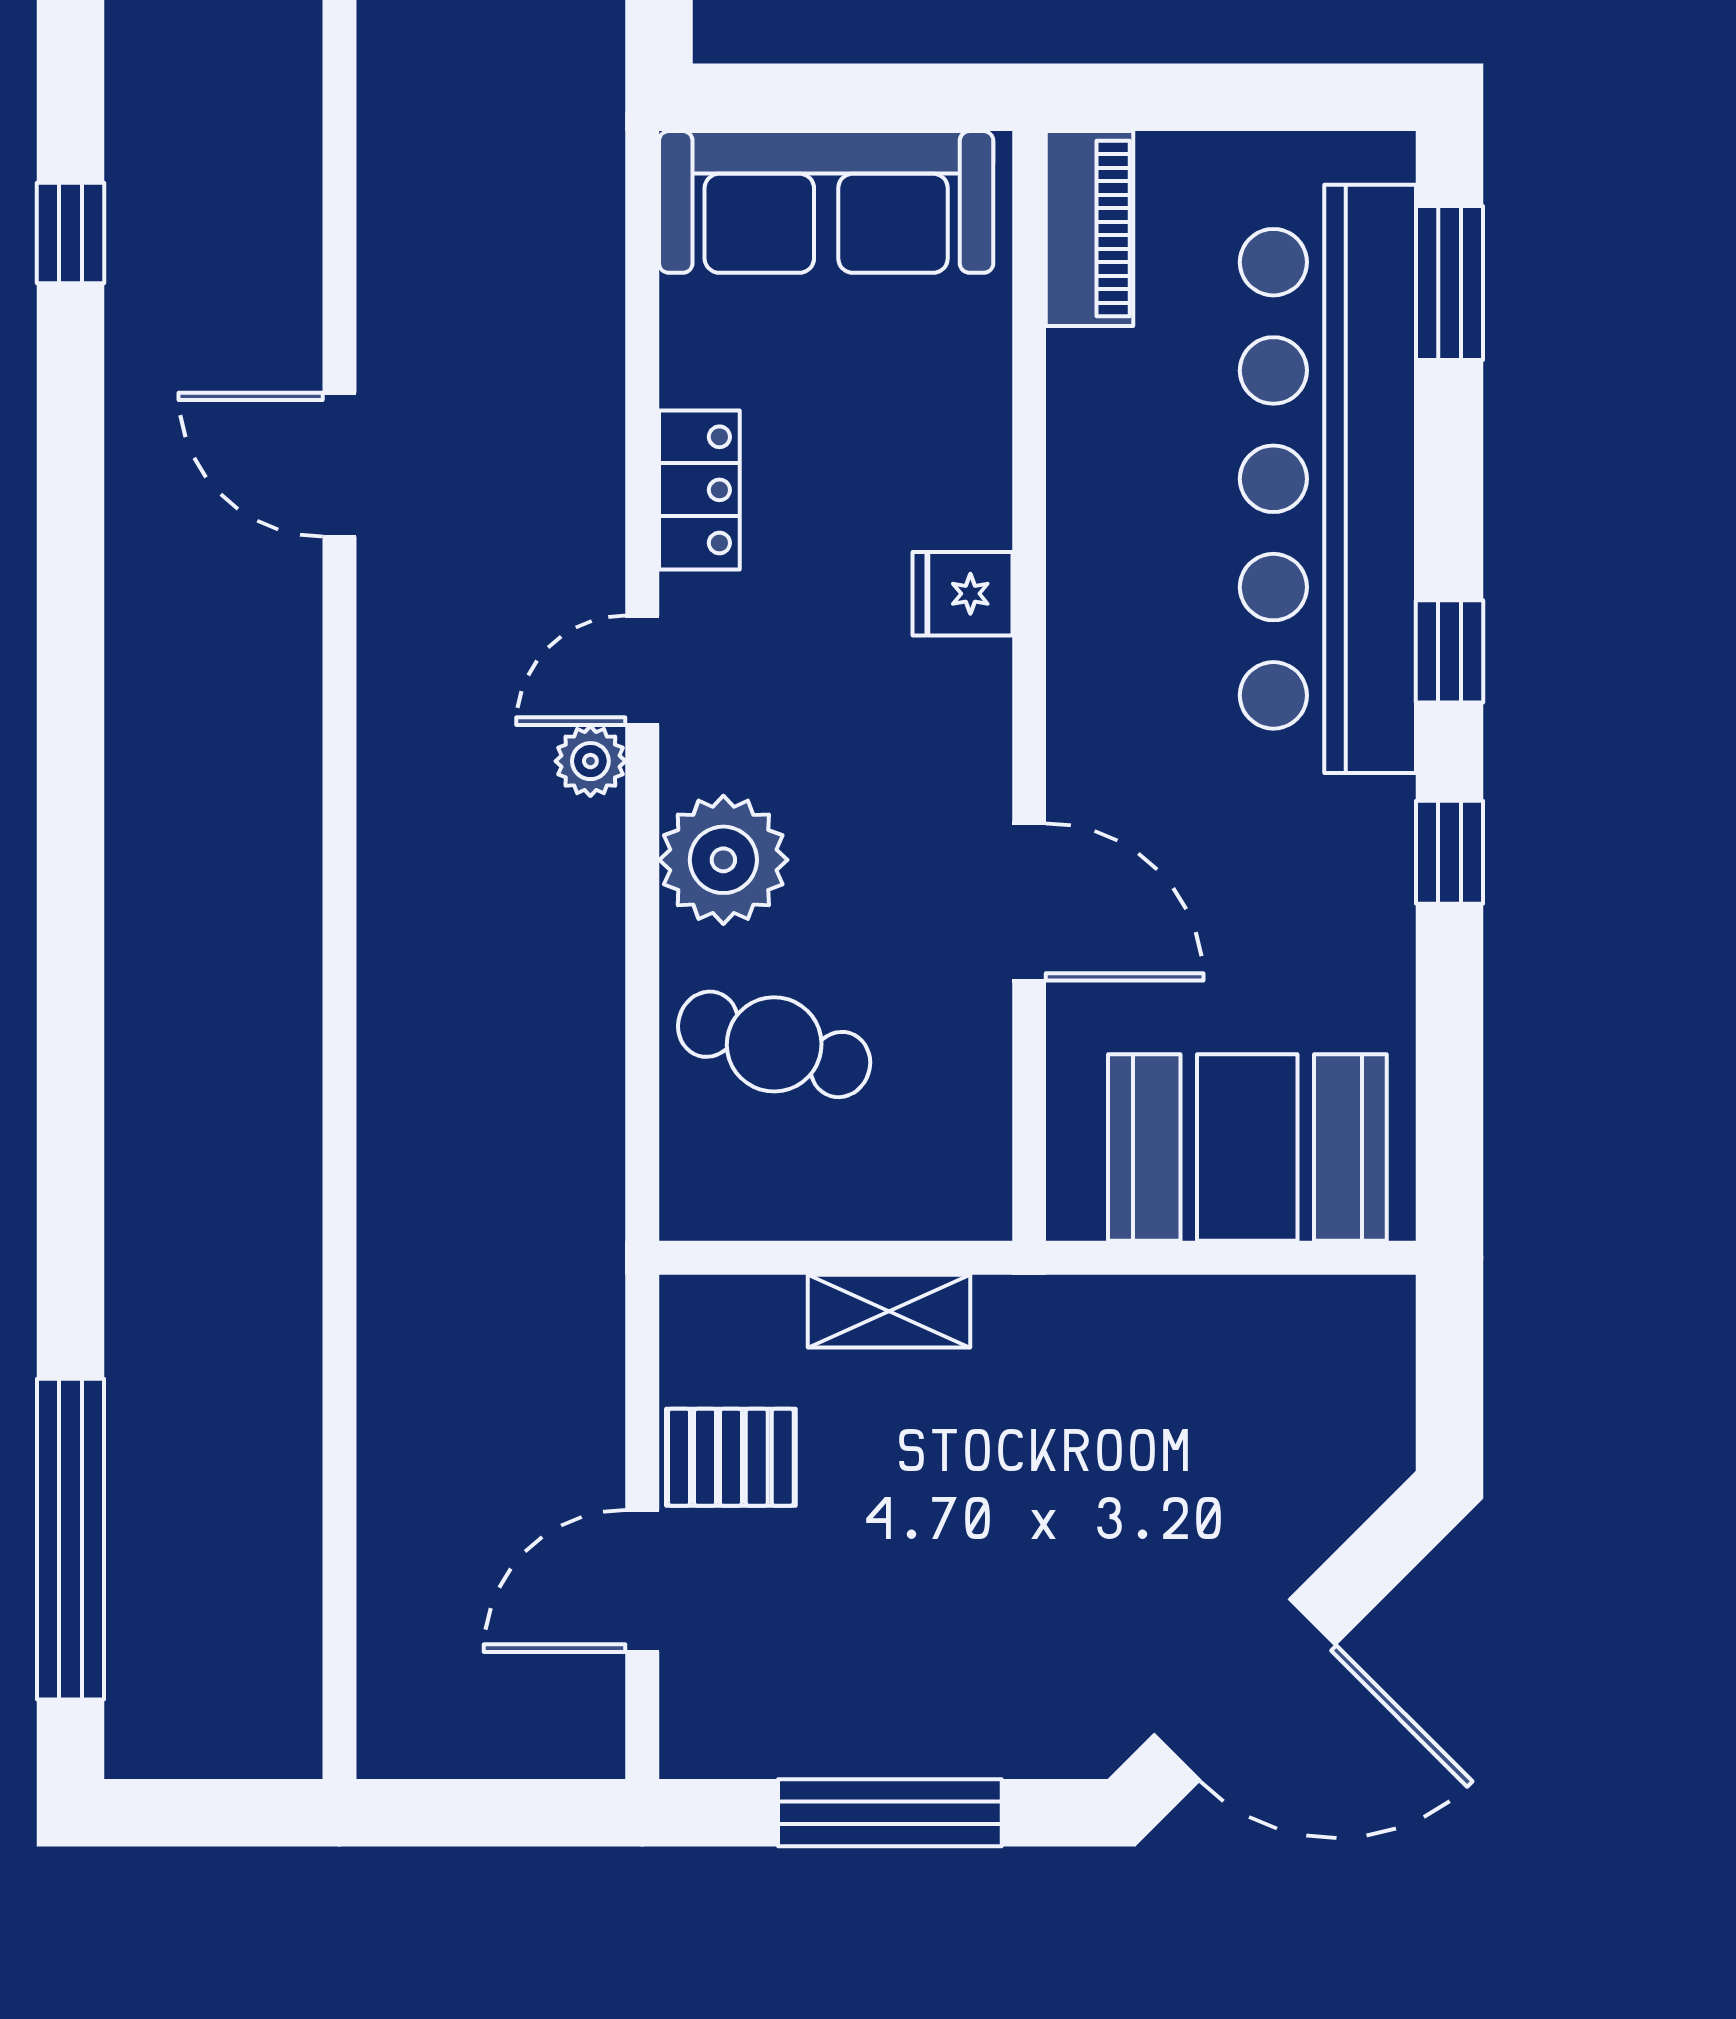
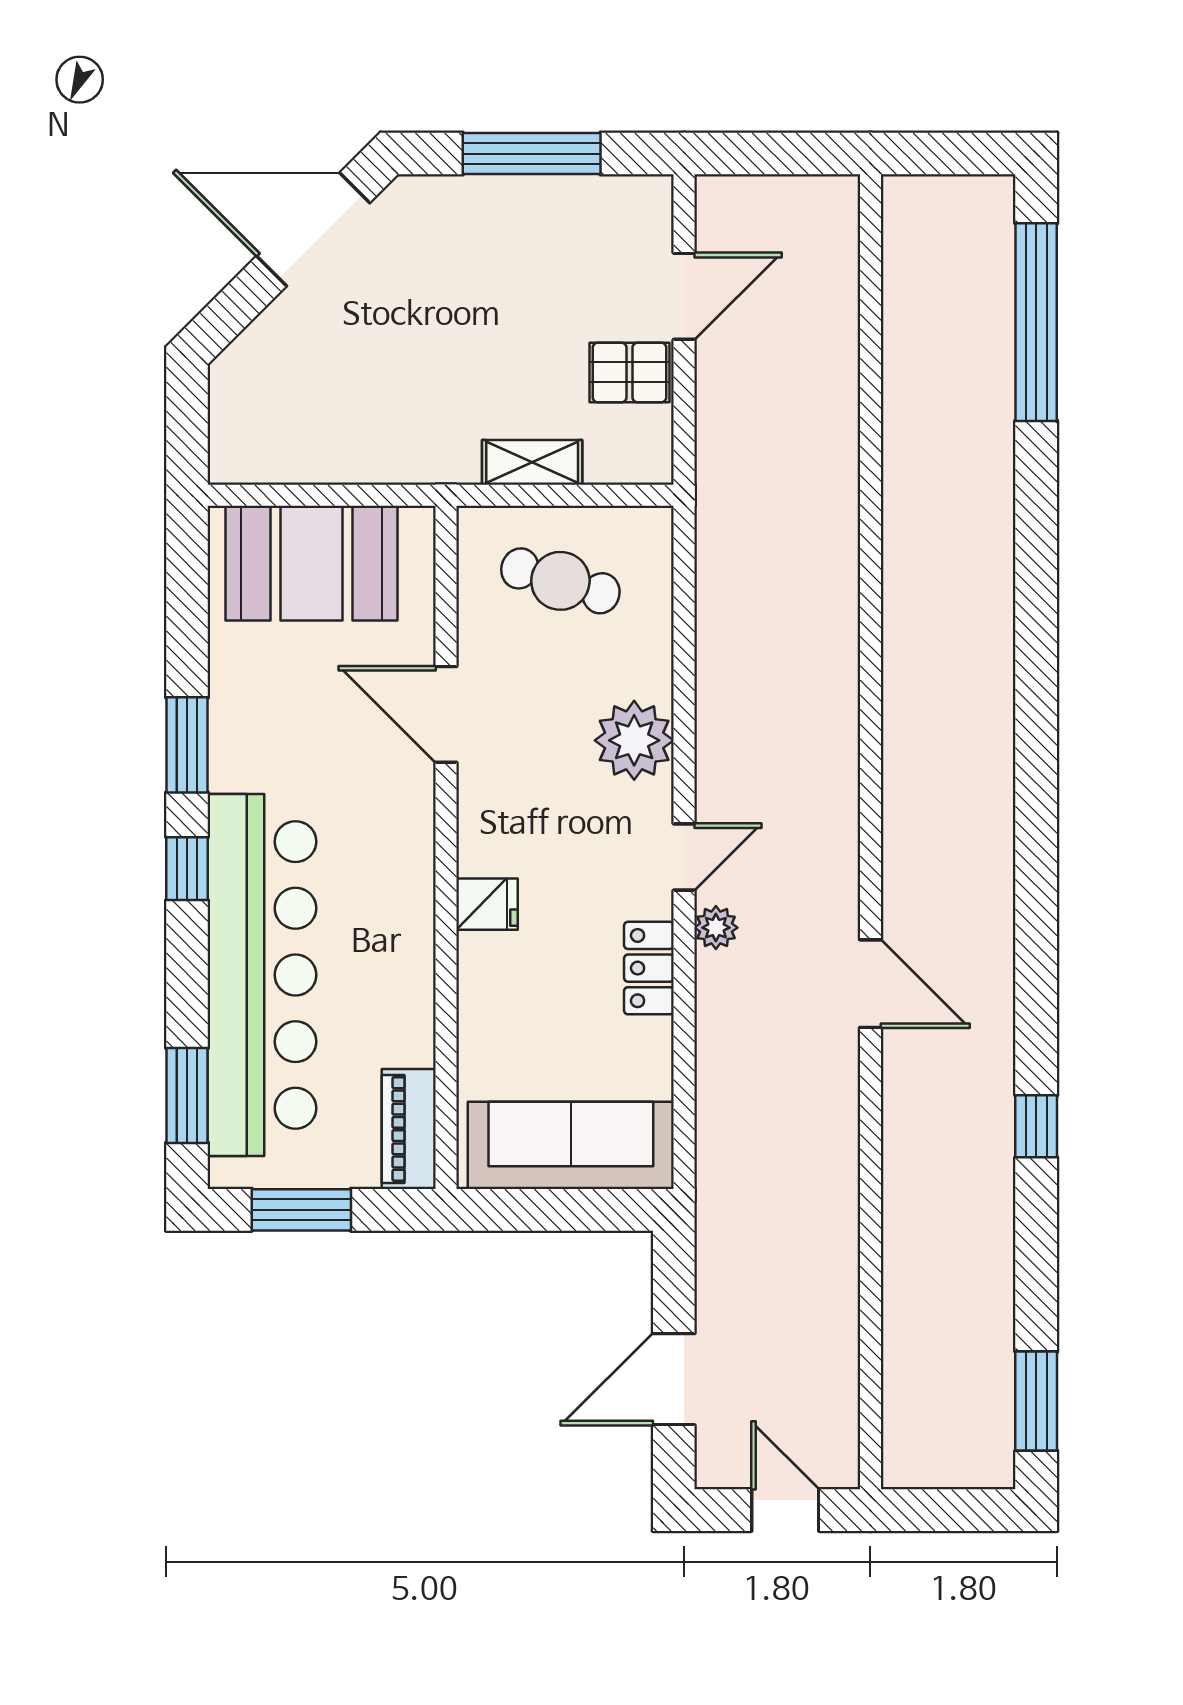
window: (1264, 97) -> (301, 1210), added
plant: (590, 761) -> (716, 928), moved
window: (1450, 852) -> (187, 745), width x1.50
cafe table: (774, 1044) -> (560, 581), moved

